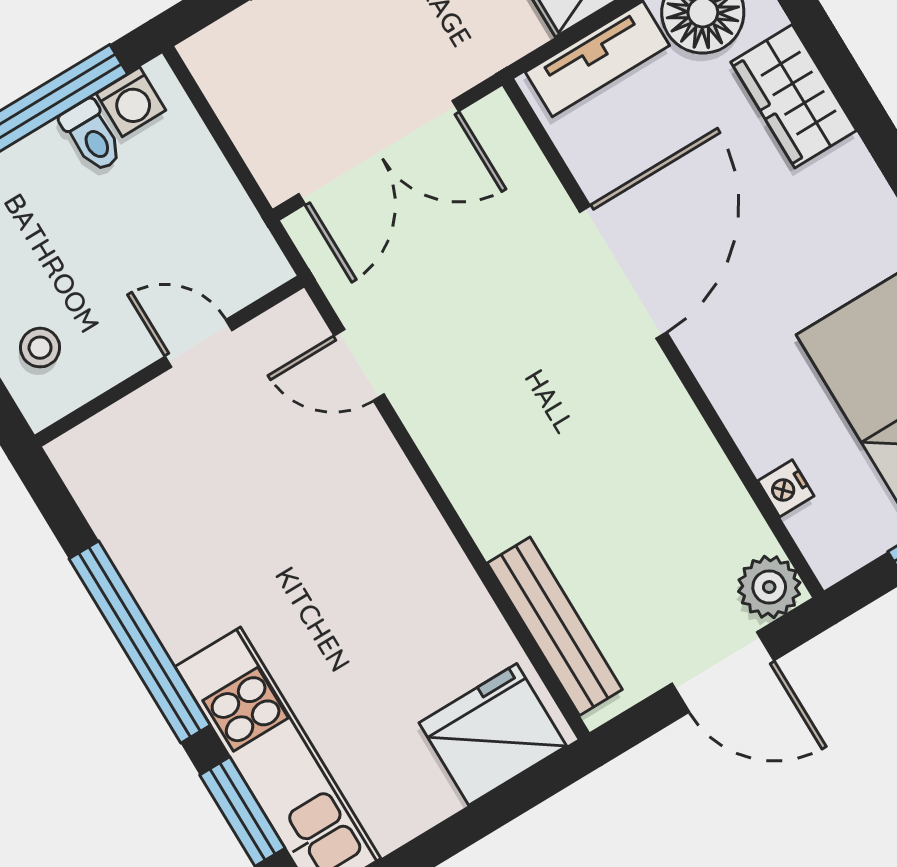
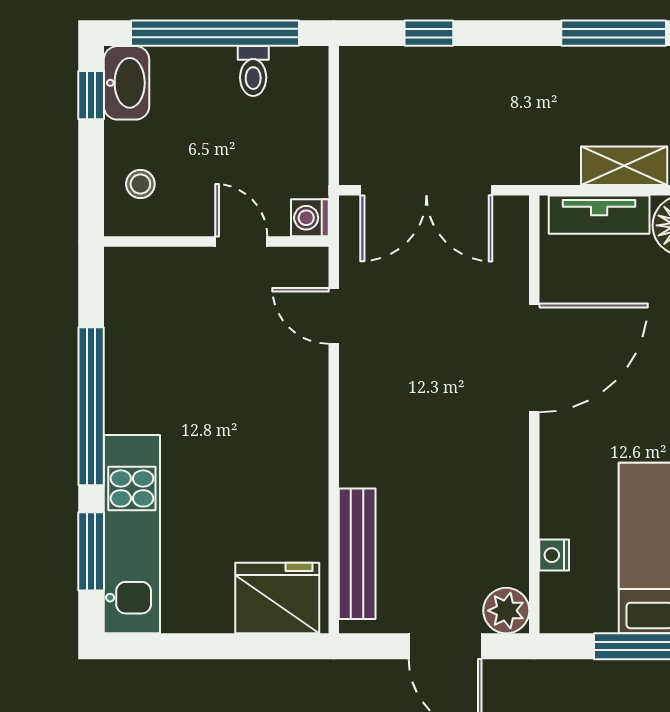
washing machine: (131, 102) -> (310, 218), moved, turned 90

